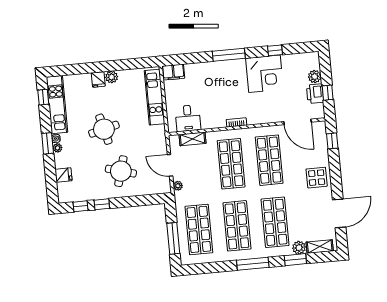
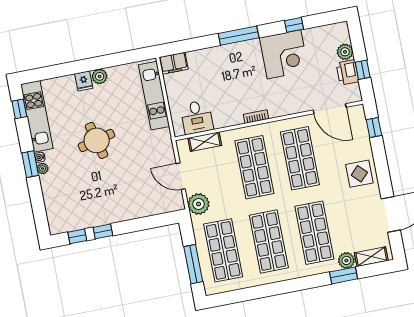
round table: (121, 171) -> (122, 189), removed
fridge: (63, 175) -> (53, 201), removed
plant: (178, 186) -> (199, 204), width x1.87, depth x1.87
window: (253, 264) -> (292, 285), removed

